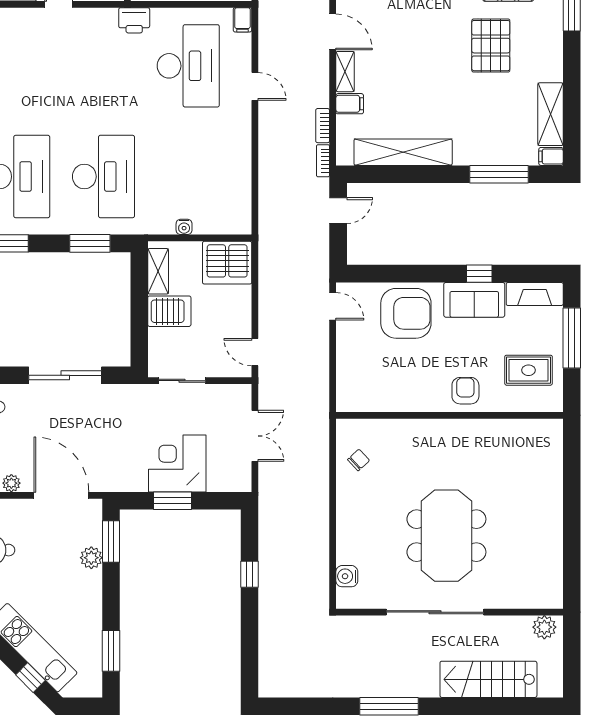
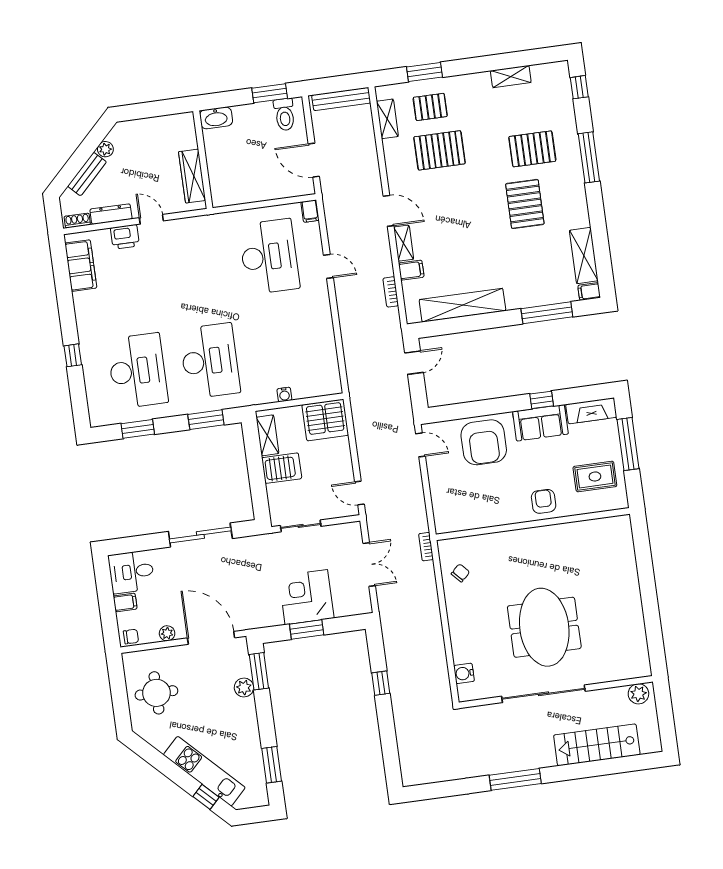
printer: (134, 20) -> (125, 237), moved
bookcase: (323, 161) -> (426, 547), moved
armchair: (406, 313) -> (484, 442), turned 90

